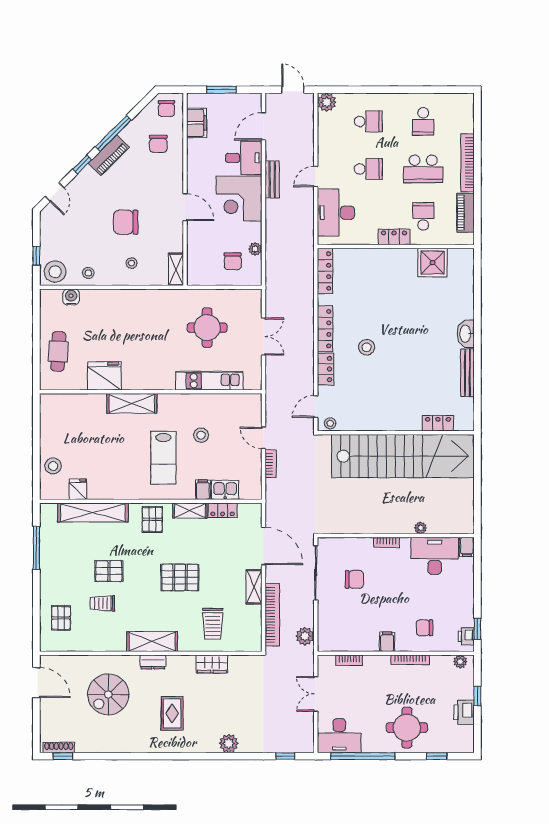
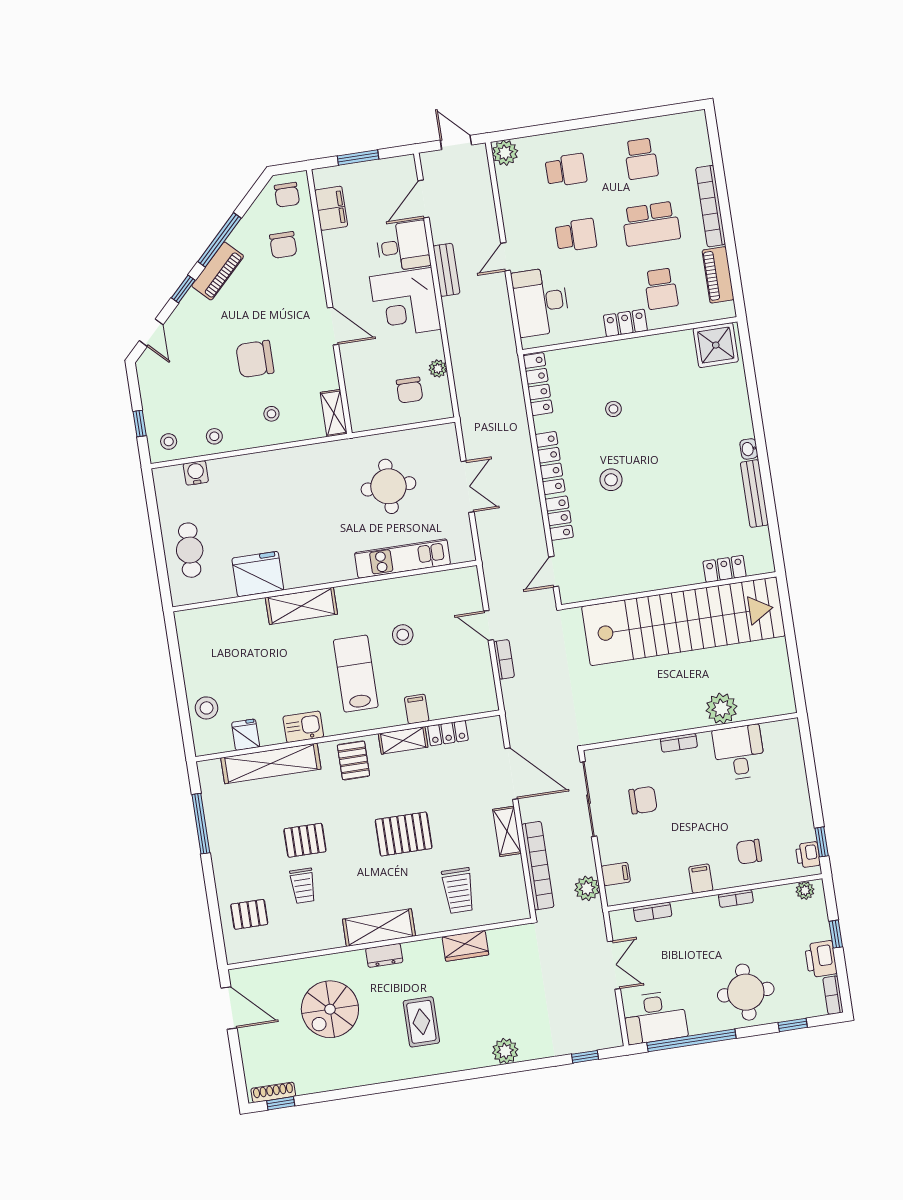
school desk: (423, 216) -> (661, 289), turned 180
shower: (433, 263) -> (716, 345), moved
stool: (55, 272) -> (169, 442), width x0.53, depth x0.53
washbasin: (466, 334) -> (749, 449), width x0.52, depth x0.69
stool: (330, 423) -> (613, 409), moved
lab bench: (163, 458) -> (356, 674), turned 180
kitchen sink: (225, 490) -> (303, 727), moved
plant: (421, 528) -> (722, 709), width x1.87, depth x1.87
filing cabinet: (467, 547) -> (616, 874), moved, turned -90
desk: (435, 556) -> (739, 752), width x0.73
trolley: (102, 603) -> (303, 886), turned -90
pallet: (61, 618) -> (249, 914), turned 90
bookcase: (410, 660) -> (736, 898), width x0.64
double door: (316, 694) -> (614, 965), swing flipped
bookcase: (469, 739) -> (833, 995), added

